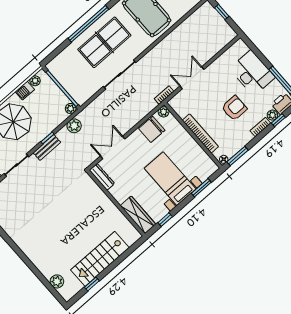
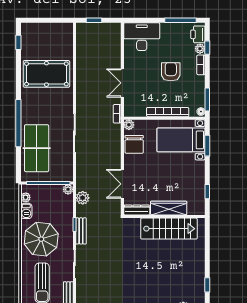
table tennis table: (104, 42) -> (37, 148), moved
desk: (252, 73) -> (142, 37), moved
bed with nightstands: (170, 179) -> (181, 140), moved
wardrobe: (138, 215) -> (169, 208), moved
stairs: (100, 259) -> (169, 229), moved, turned -90

